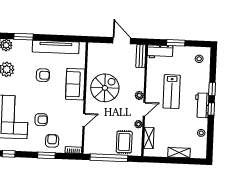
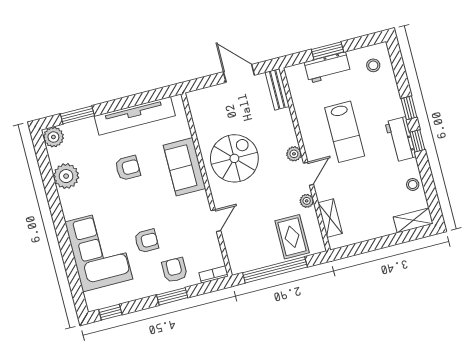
workbench: (160, 52) -> (327, 67), moved
shelving: (179, 153) -> (413, 220), moved

